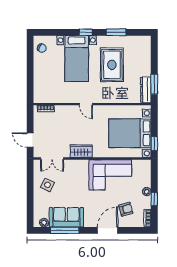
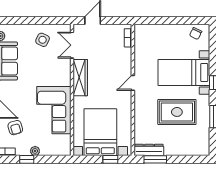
window: (154, 144) -> (110, 159), moved
wardrobe: (81, 151) -> (80, 78), width x1.50

